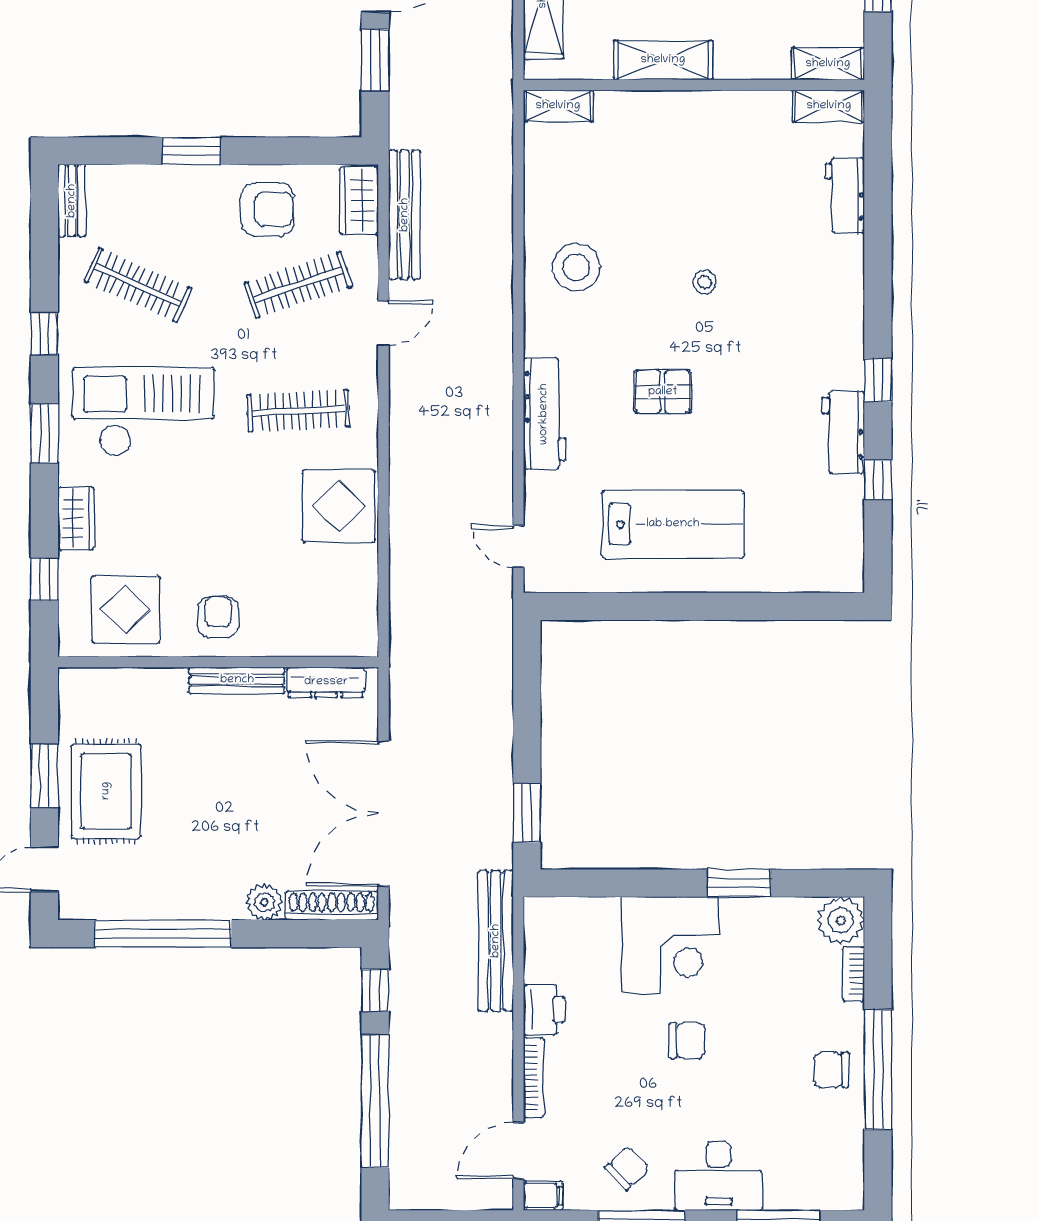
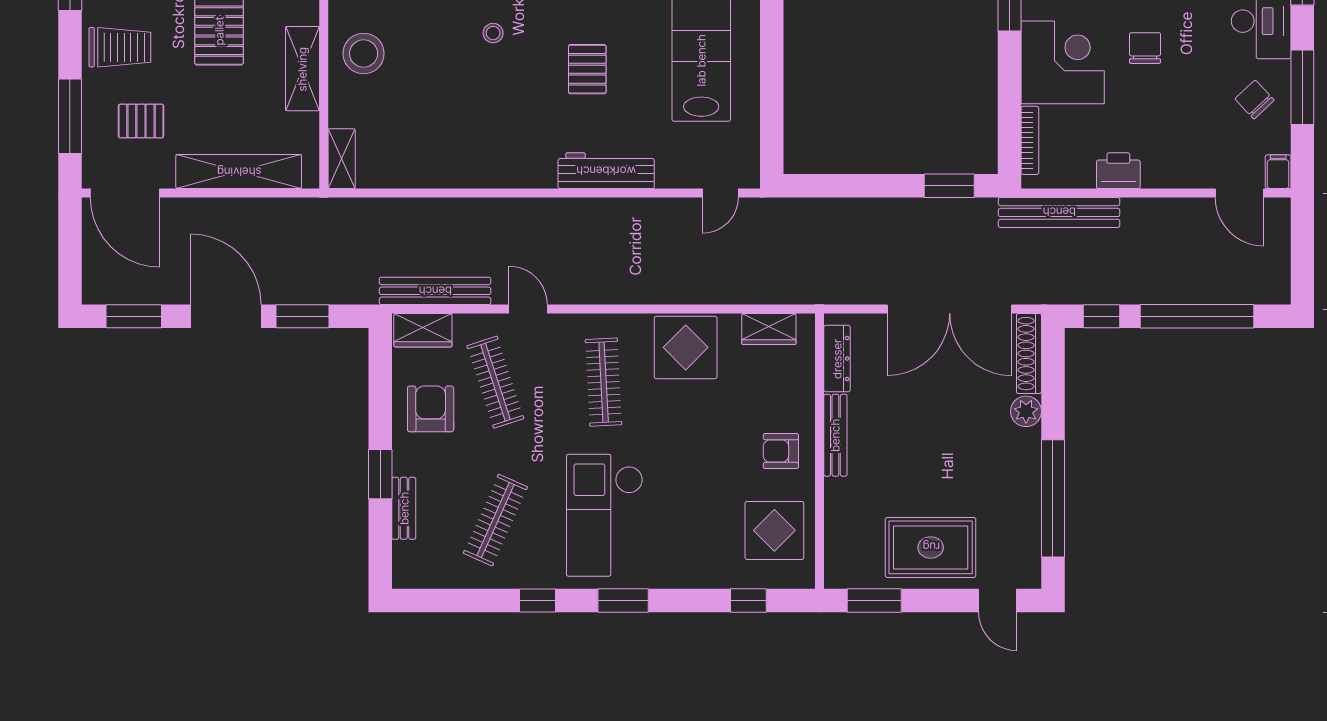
bench: (72, 201) -> (404, 508), moved, turned 90
stool: (576, 267) -> (364, 54), moved
wardrobe: (76, 518) -> (769, 329), moved, turned 180
window: (44, 776) -> (874, 600), moved
bookcase: (534, 1078) -> (1030, 140), moved, turned 90

